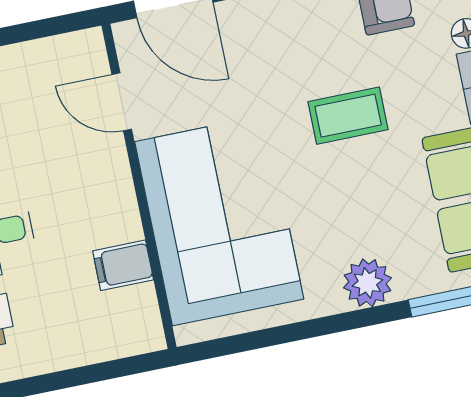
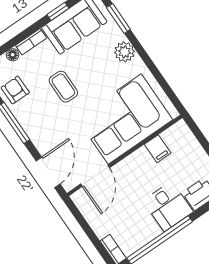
door: (122, 102) -> (95, 176), width x1.38

